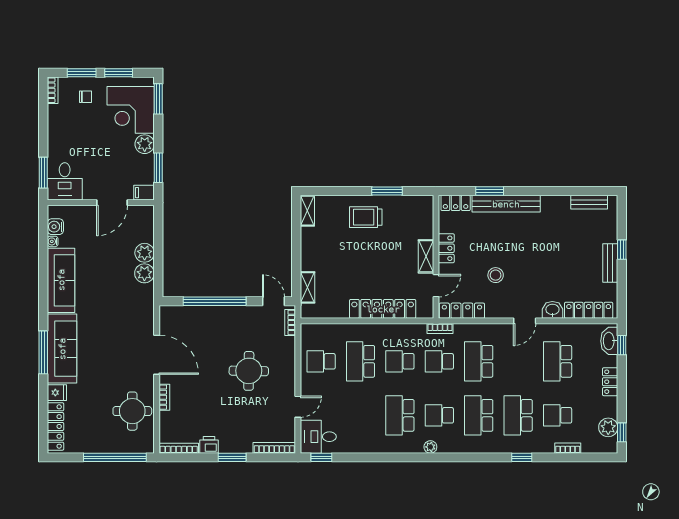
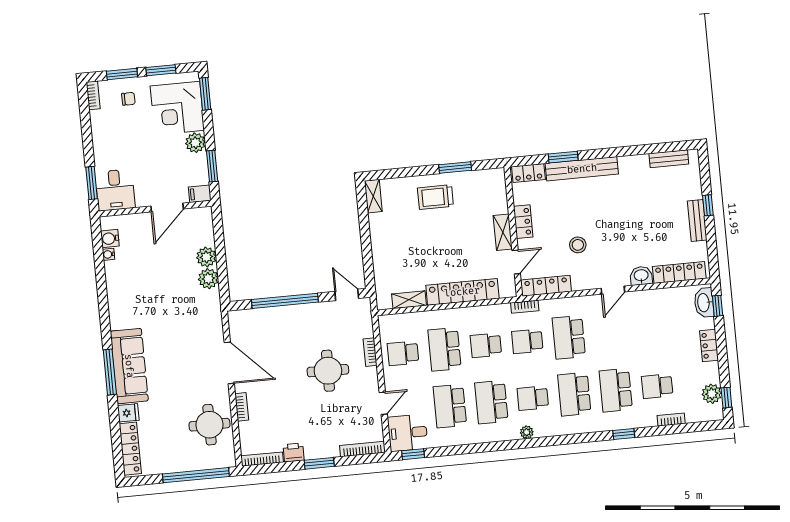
sofa: (61, 280) -> (121, 294), removed
shelving: (307, 287) -> (409, 300), moved, turned 90
bookcase: (290, 322) -> (370, 352), moved
school desk: (558, 361) -> (450, 406), moved

